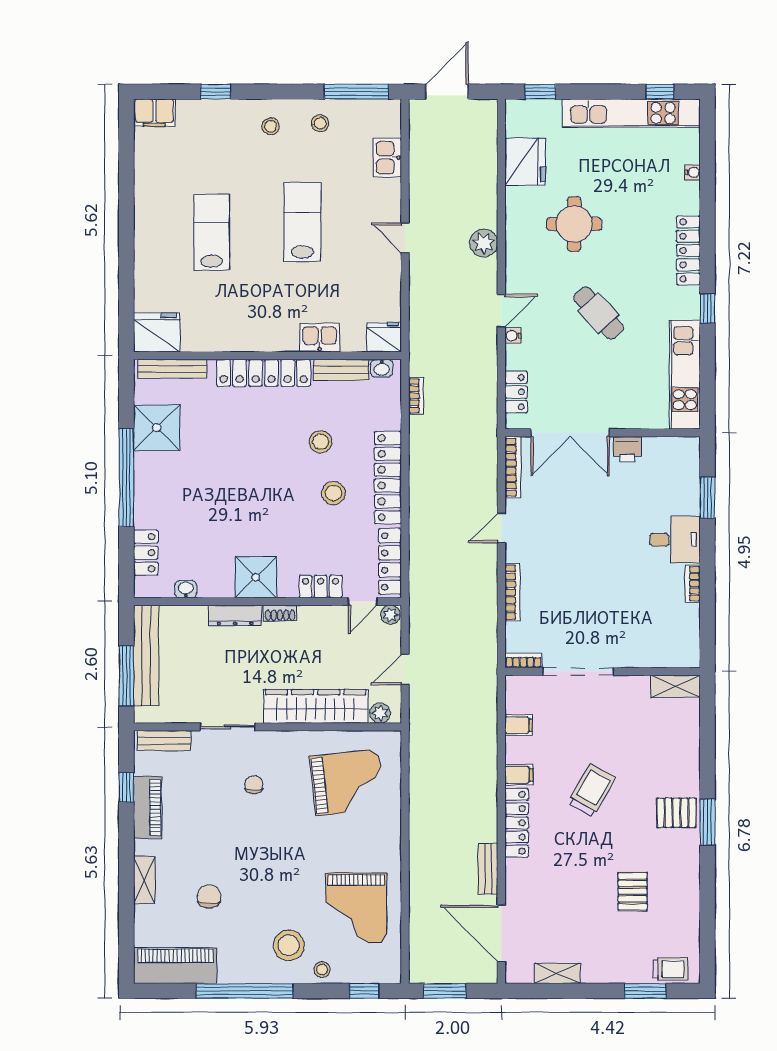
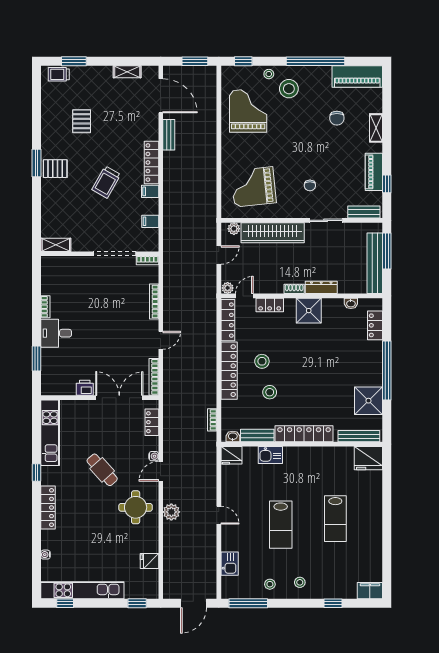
fridge: (525, 162) -> (149, 561), width x0.53, depth x0.75
round table: (574, 224) -> (136, 507), moved

